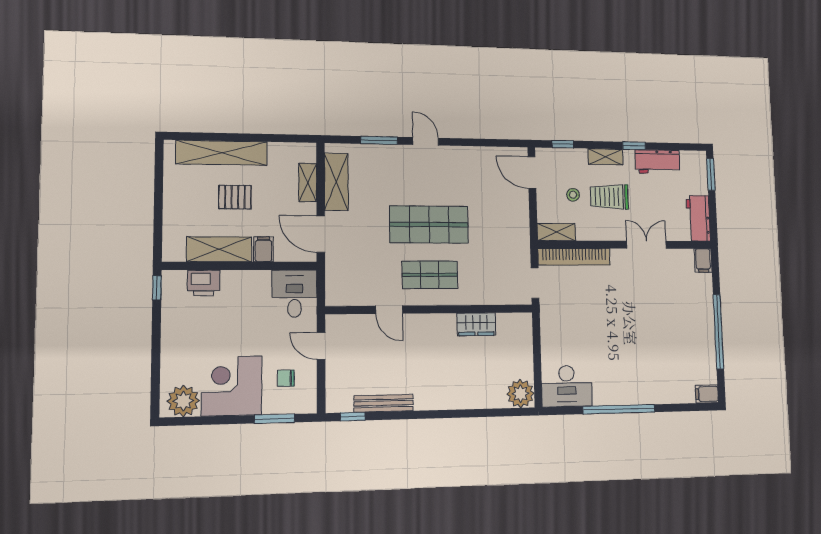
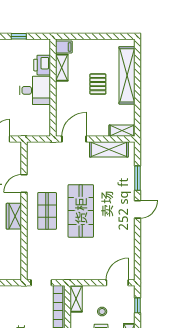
shelving: (308, 182) -> (122, 131), moved
shelving: (219, 249) -> (62, 68), width x0.67, depth x0.75
filing cabinet: (263, 249) -> (64, 47), moved
window: (157, 288) -> (19, 36), moved
desk: (294, 294) -> (35, 90), moved
wardrobe: (476, 324) -> (14, 216), moved

